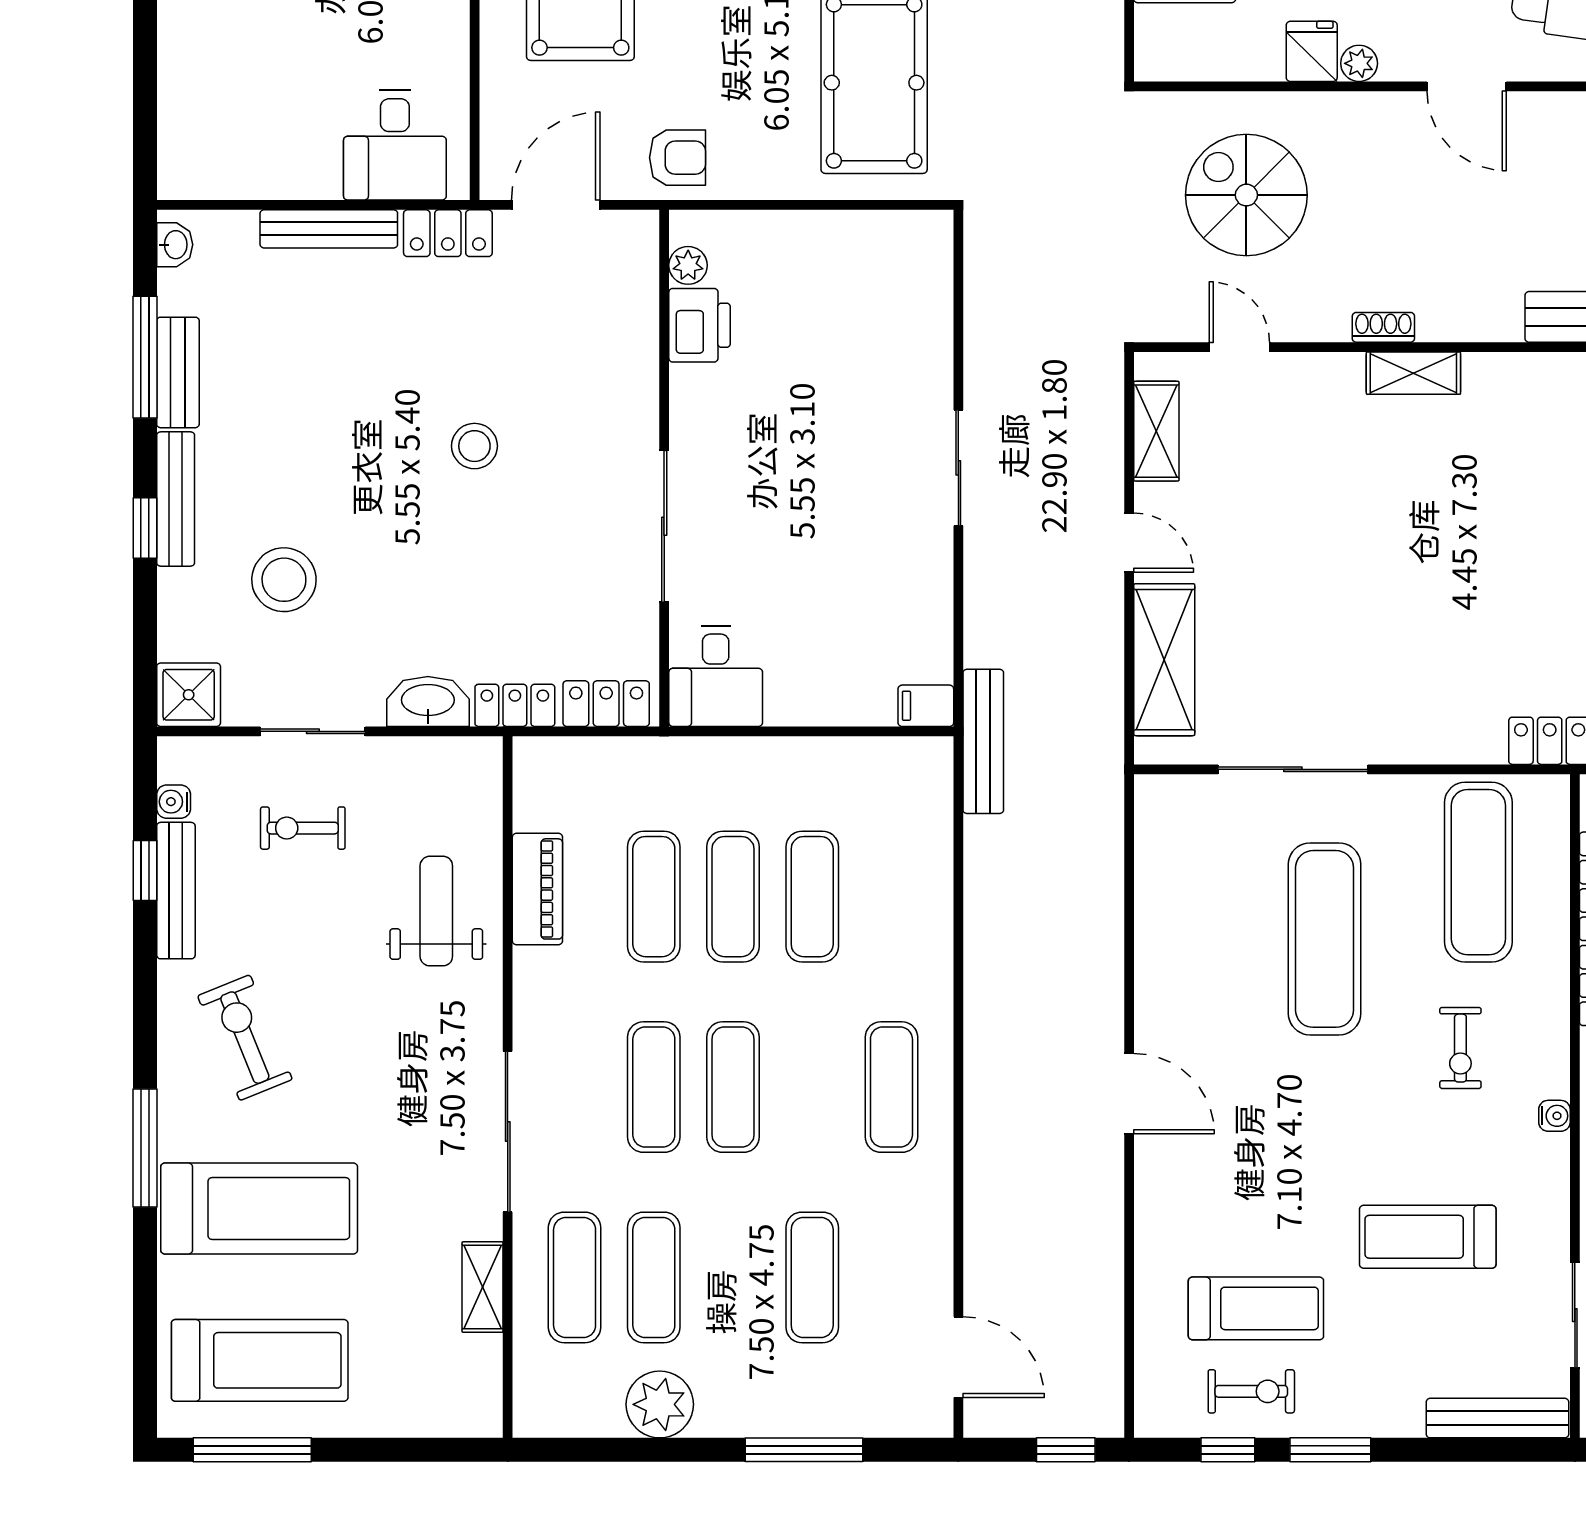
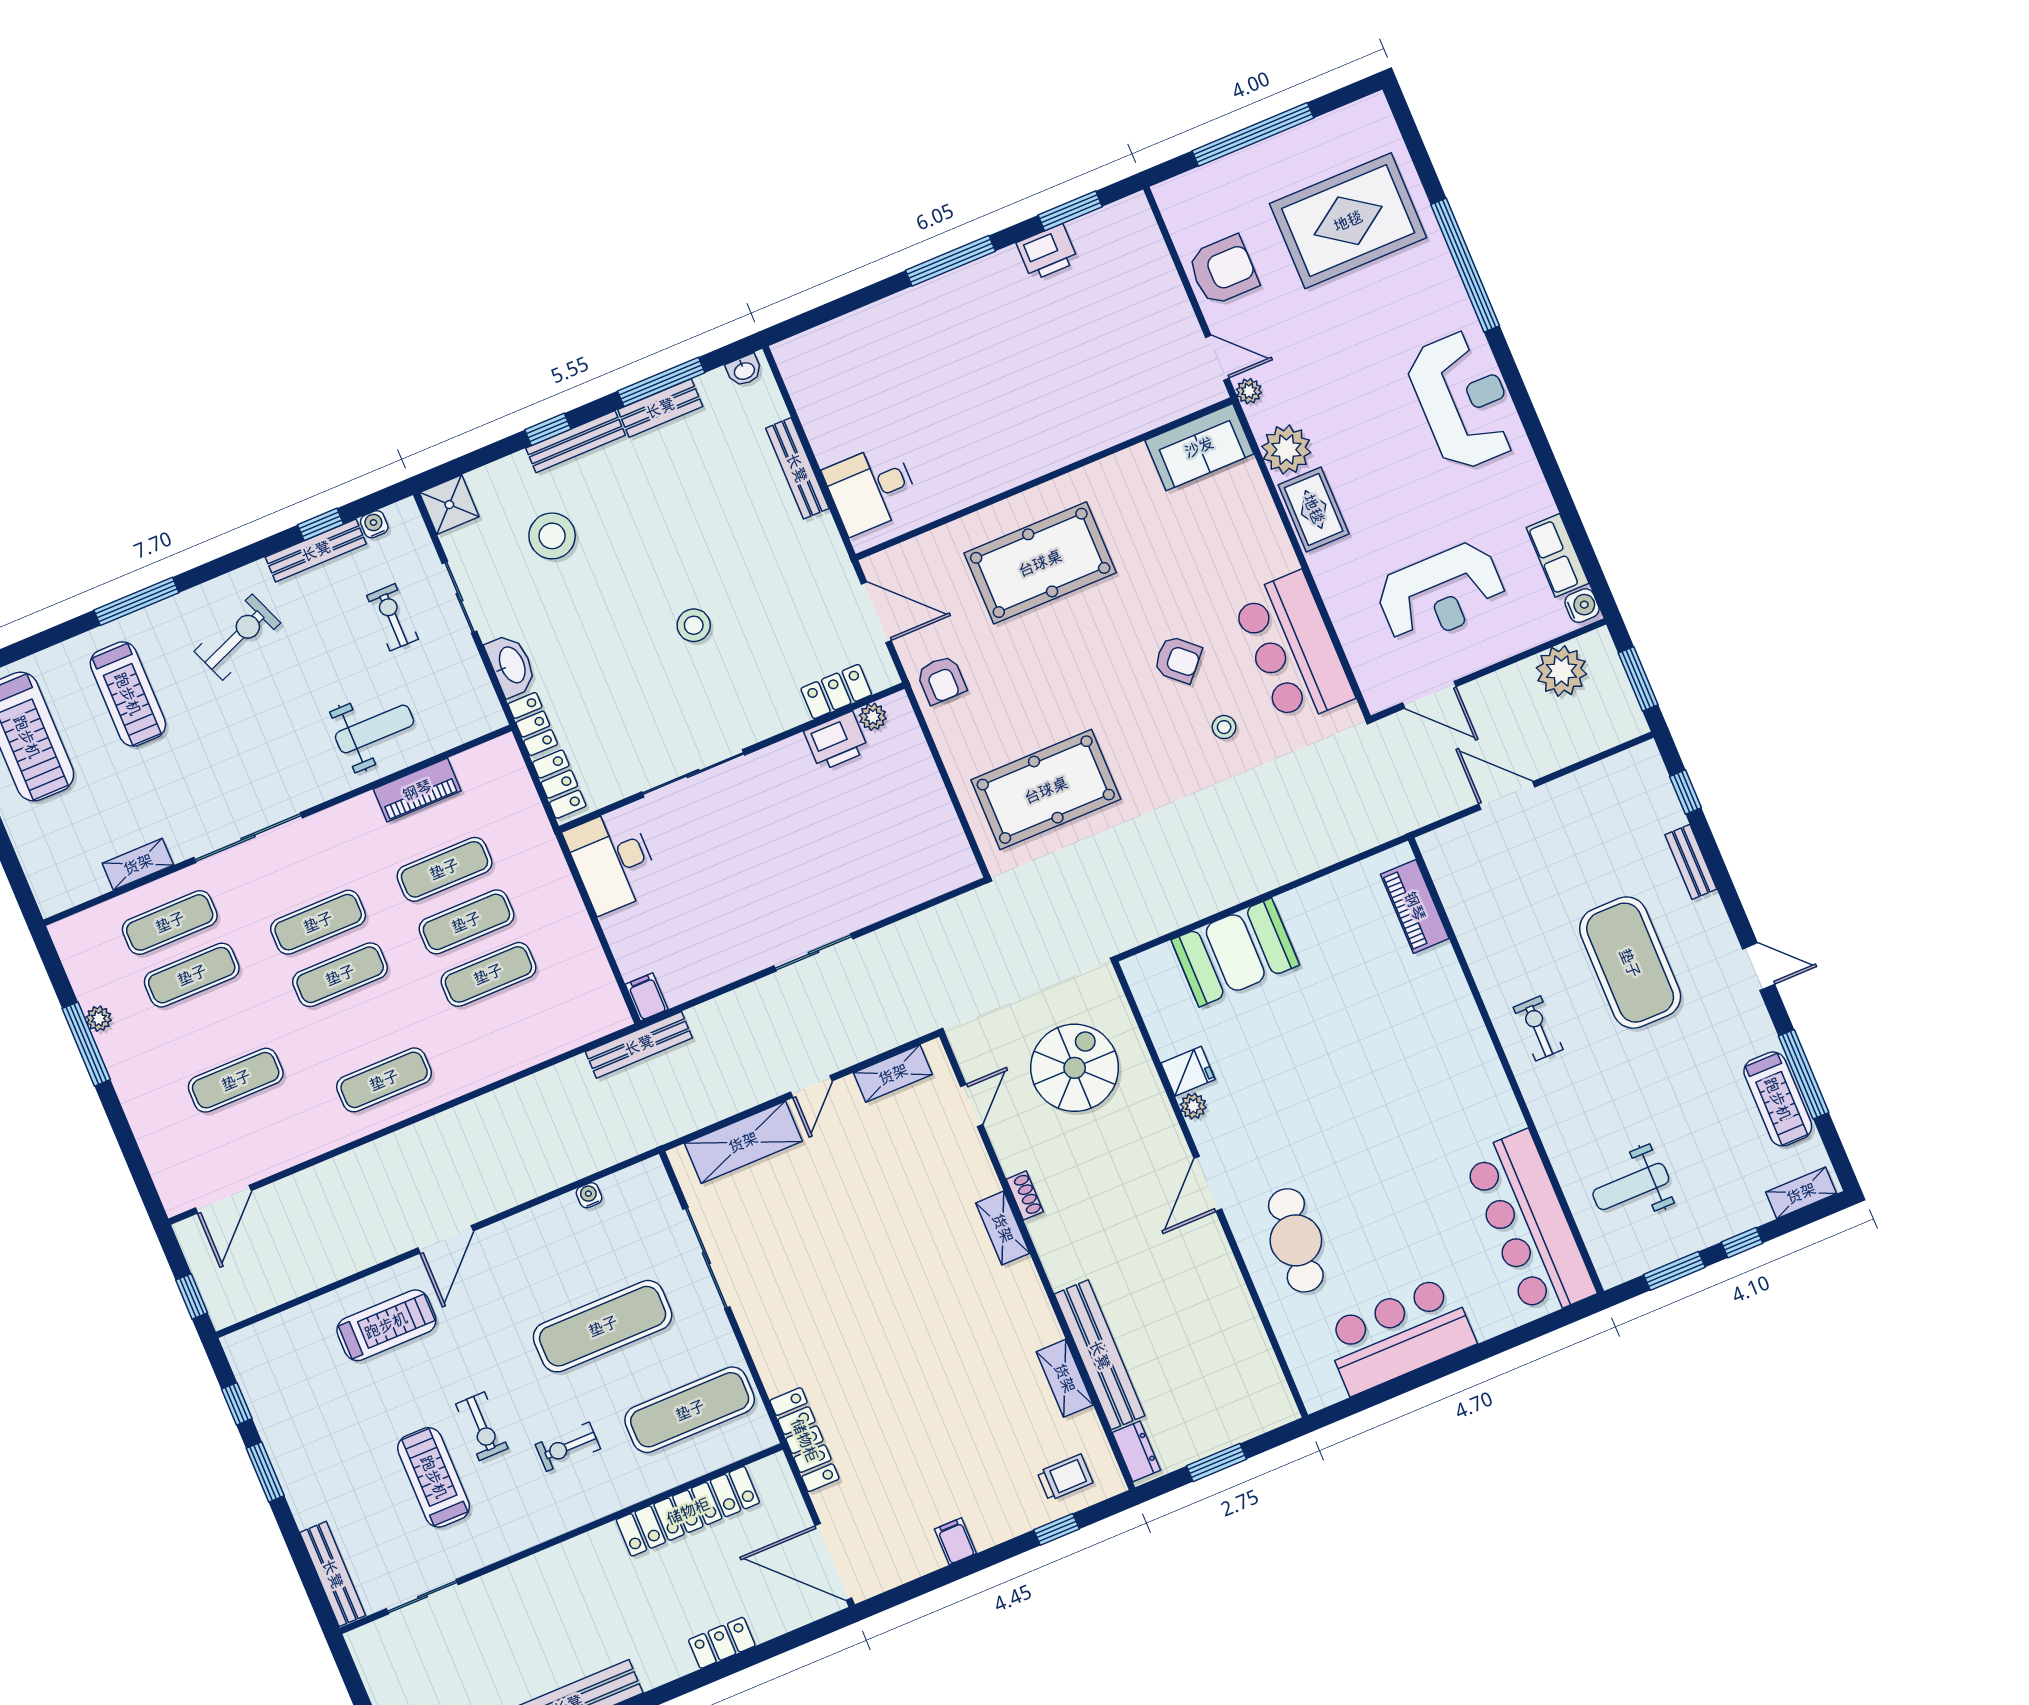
locker: (448, 233) -> (836, 692), moved, turned 90
desk: (716, 676) -> (613, 861), width x1.37
water cooler: (1554, 1116) -> (589, 1195), moved, turned 180
treadmill: (259, 1208) -> (128, 694), width x0.73, depth x0.73
treadmill: (1256, 1308) -> (386, 1325), moved, turned -90
exercise bike: (1251, 1391) -> (482, 1426), moved
plant: (660, 1404) -> (99, 1019), width x0.53, depth x0.53
window: (804, 1450) -> (86, 1044), moved

